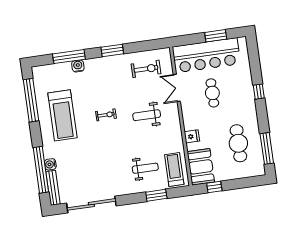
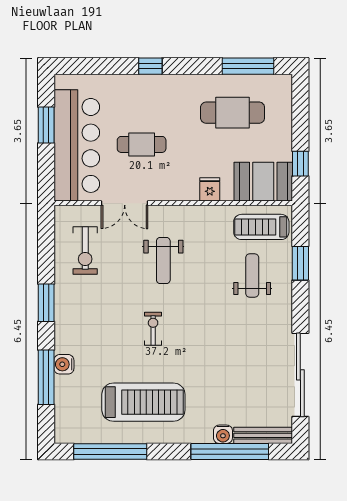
exercise bike: (146, 69) -> (85, 250), turned 180

